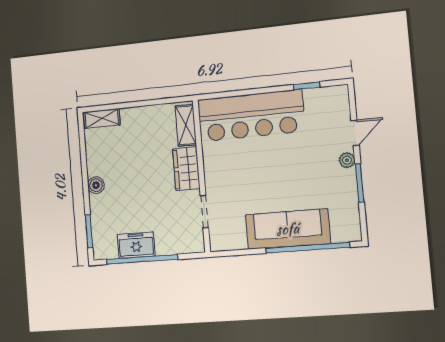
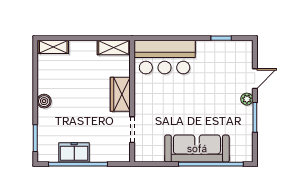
bar counter: (251, 116) -> (165, 57), width x0.73
shelving: (186, 125) -> (114, 47), moved, turned 90

